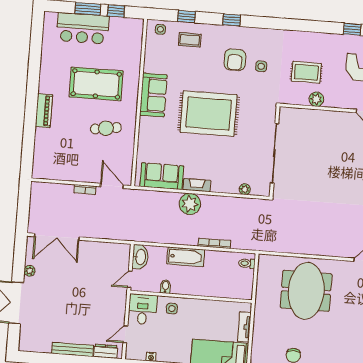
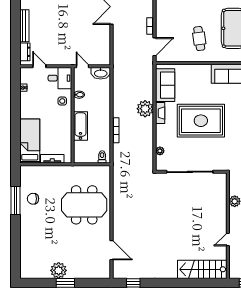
rug: (209, 114) -> (201, 121), moved, turned 90
bathtub: (186, 257) -> (80, 126), moved, turned 180

